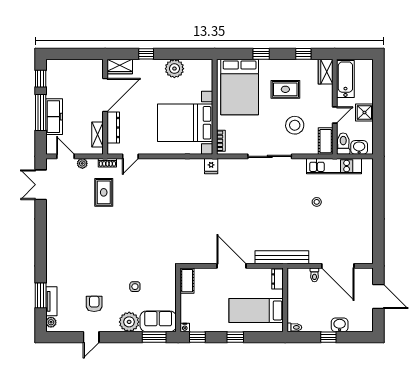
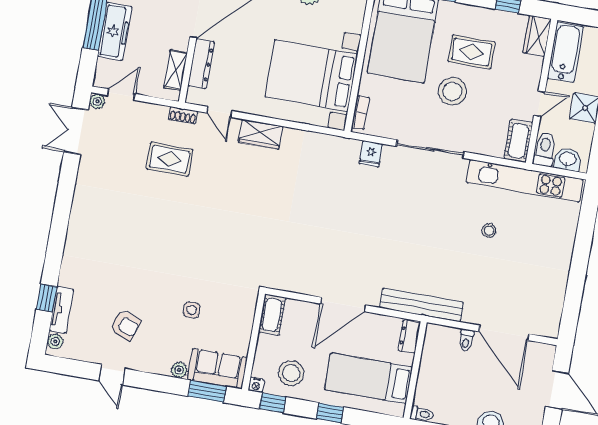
stool: (295, 125) -> (452, 91), moved
door: (65, 156) -> (121, 95), hinge flipped
door: (130, 156) -> (219, 112), hinge flipped
plant: (82, 163) -> (97, 101), moved
wardrobe: (159, 166) -> (261, 134), added
fridge: (211, 166) -> (371, 154), moved
kitchen unit: (334, 166) -> (525, 181), width x1.36
rug: (104, 192) -> (169, 159), turned 90
door: (232, 266) -> (343, 305), swing flipped
window: (41, 295) -> (47, 298), width x0.67
armchair: (94, 304) -> (125, 325), turned 110
stool: (206, 316) -> (291, 373), added
plant: (129, 322) -> (179, 370), width x0.53, depth x0.53
door: (91, 337) -> (112, 375), hinge flipped

